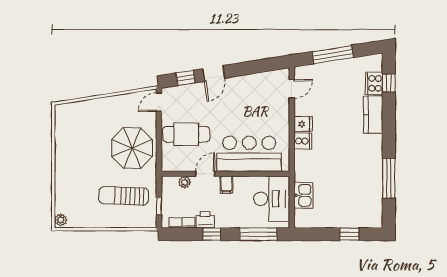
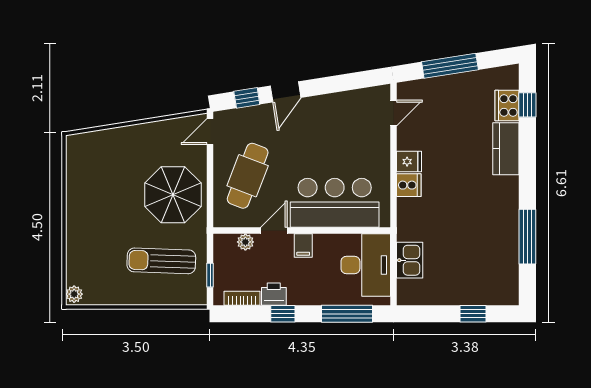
cafe table: (186, 134) -> (248, 176), turned -69

